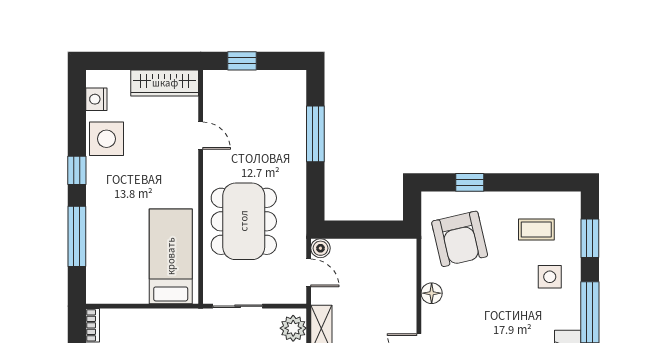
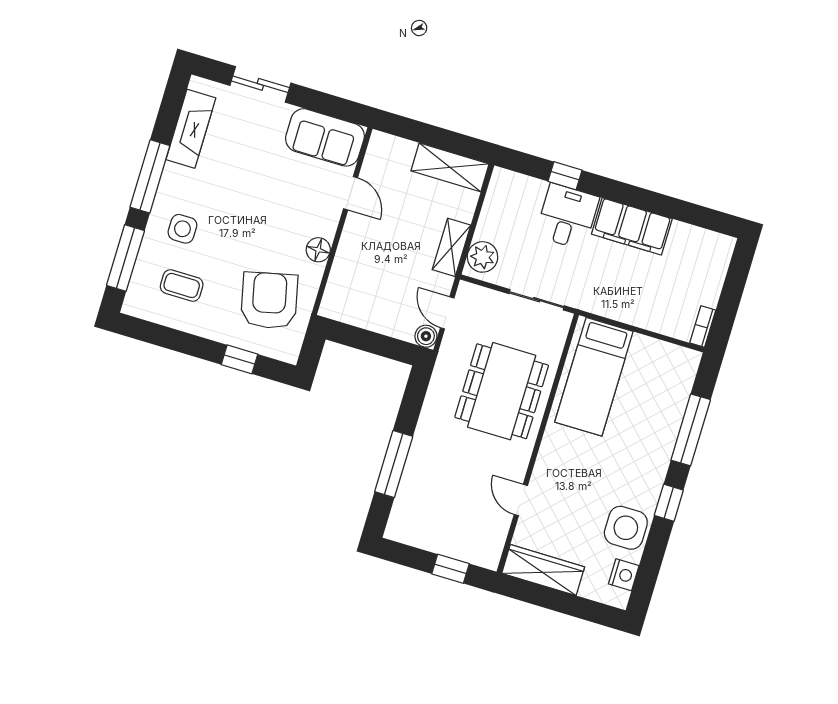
window: (590, 238) -> (125, 258), width x1.44

